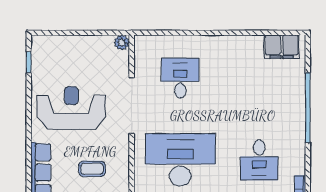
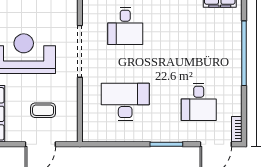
desk: (180, 78) -> (125, 26), turned 180
desk: (180, 160) -> (125, 102), width x0.73, depth x0.77

